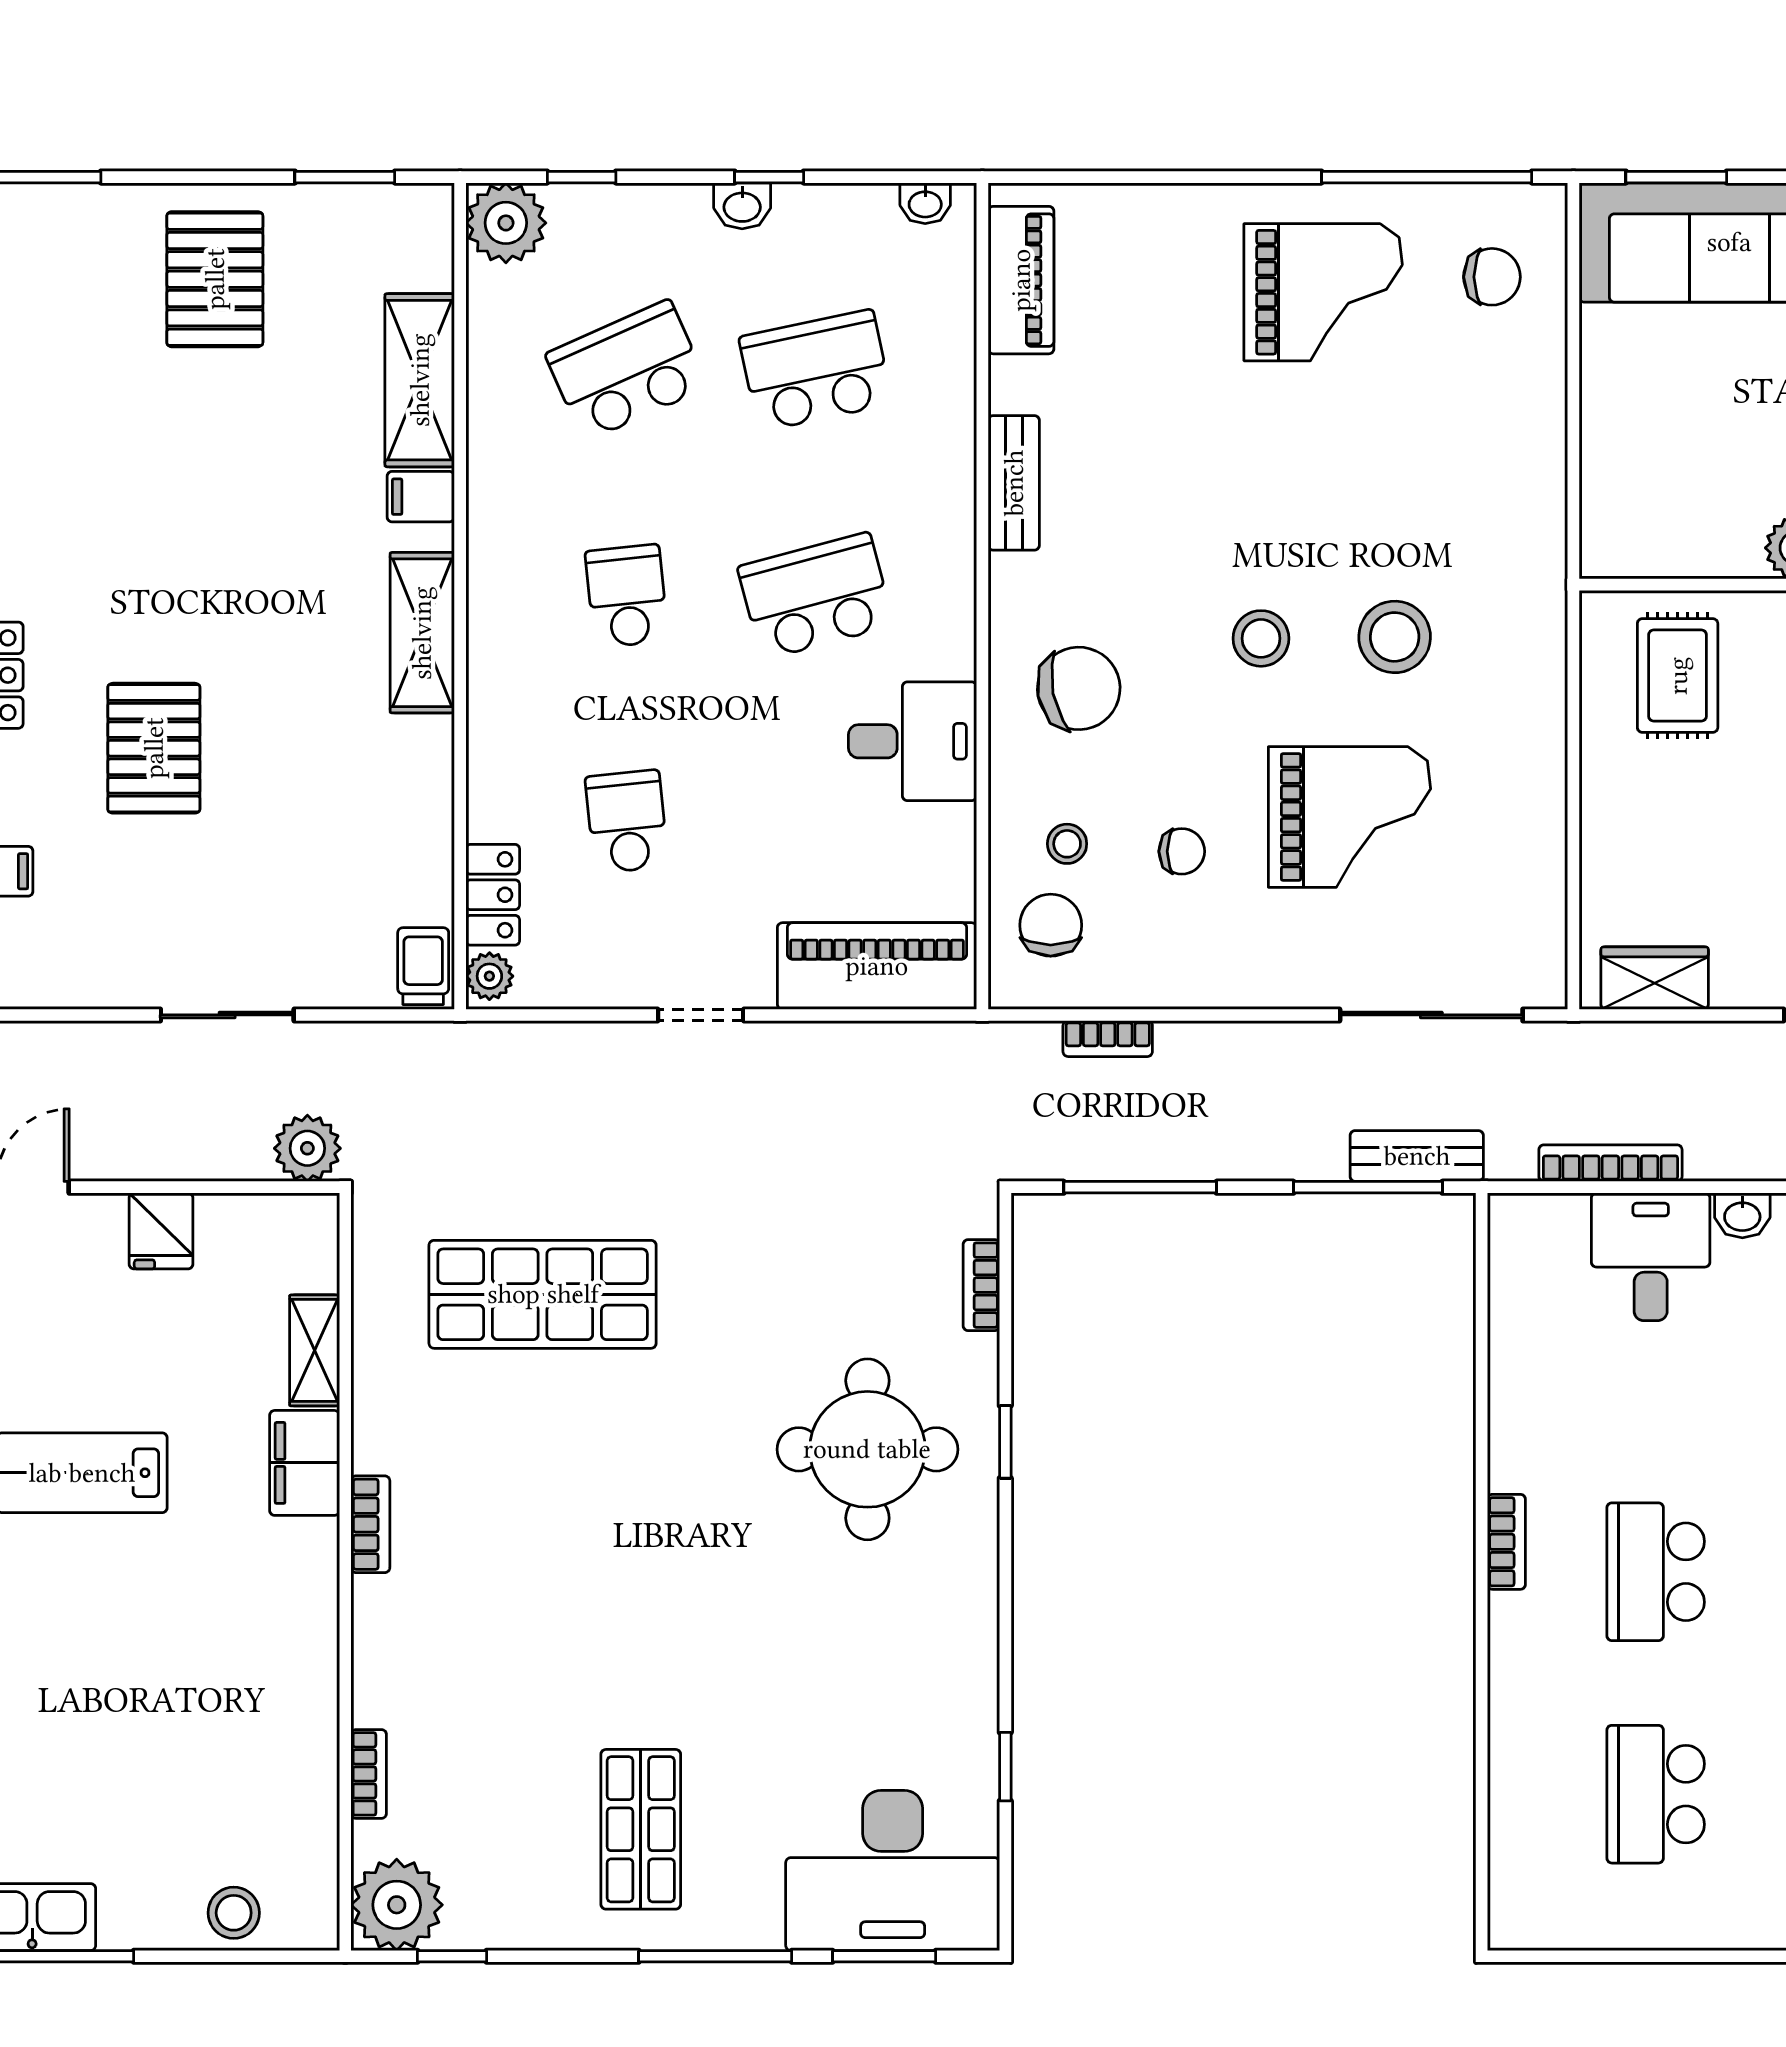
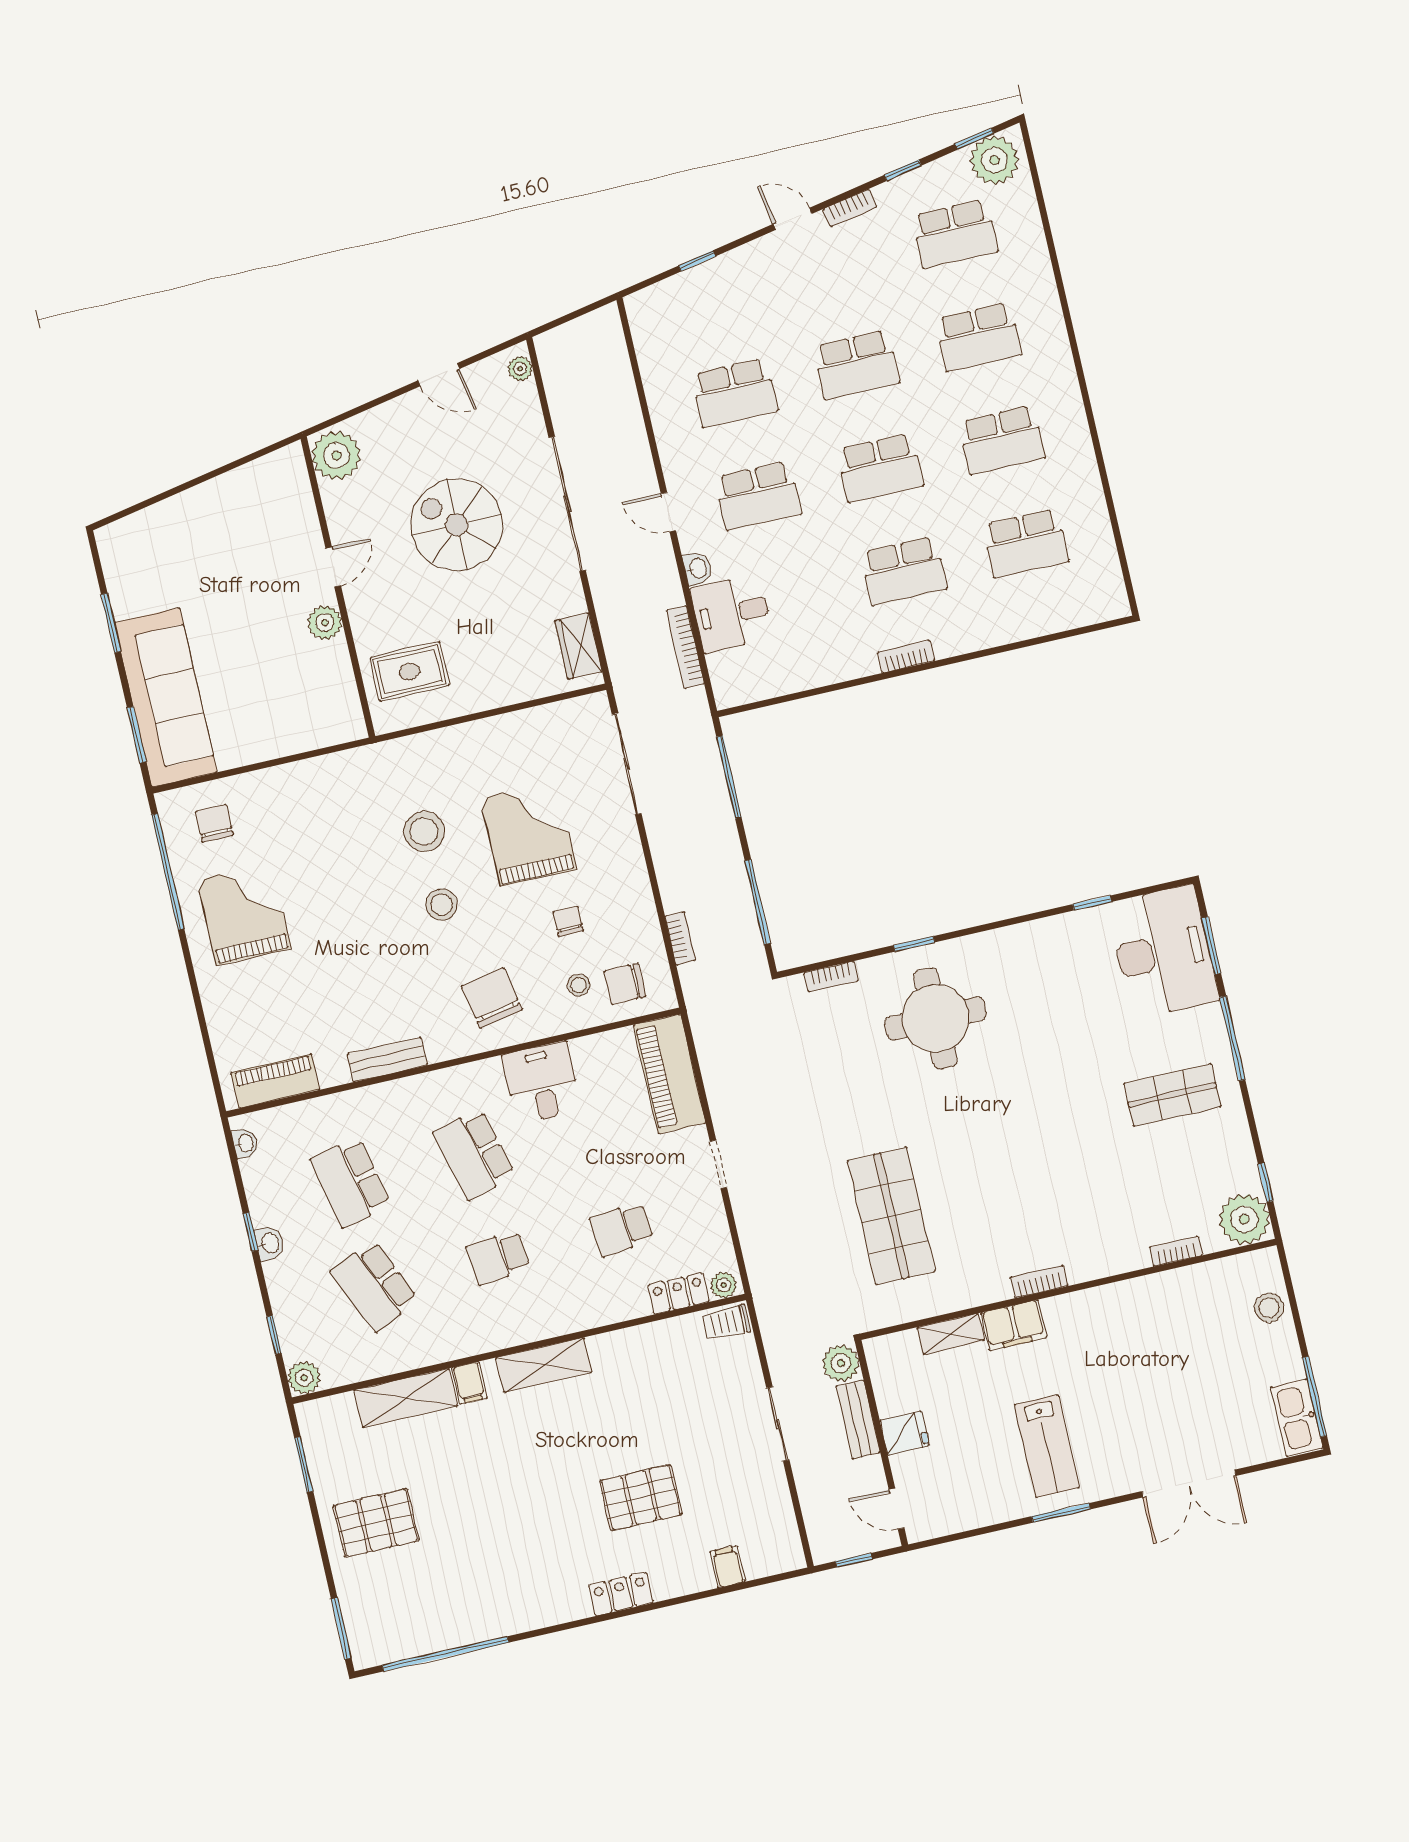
plant: (506, 223) -> (304, 1378), width x0.73, depth x0.73
bench: (1417, 1156) -> (858, 1420), moved

